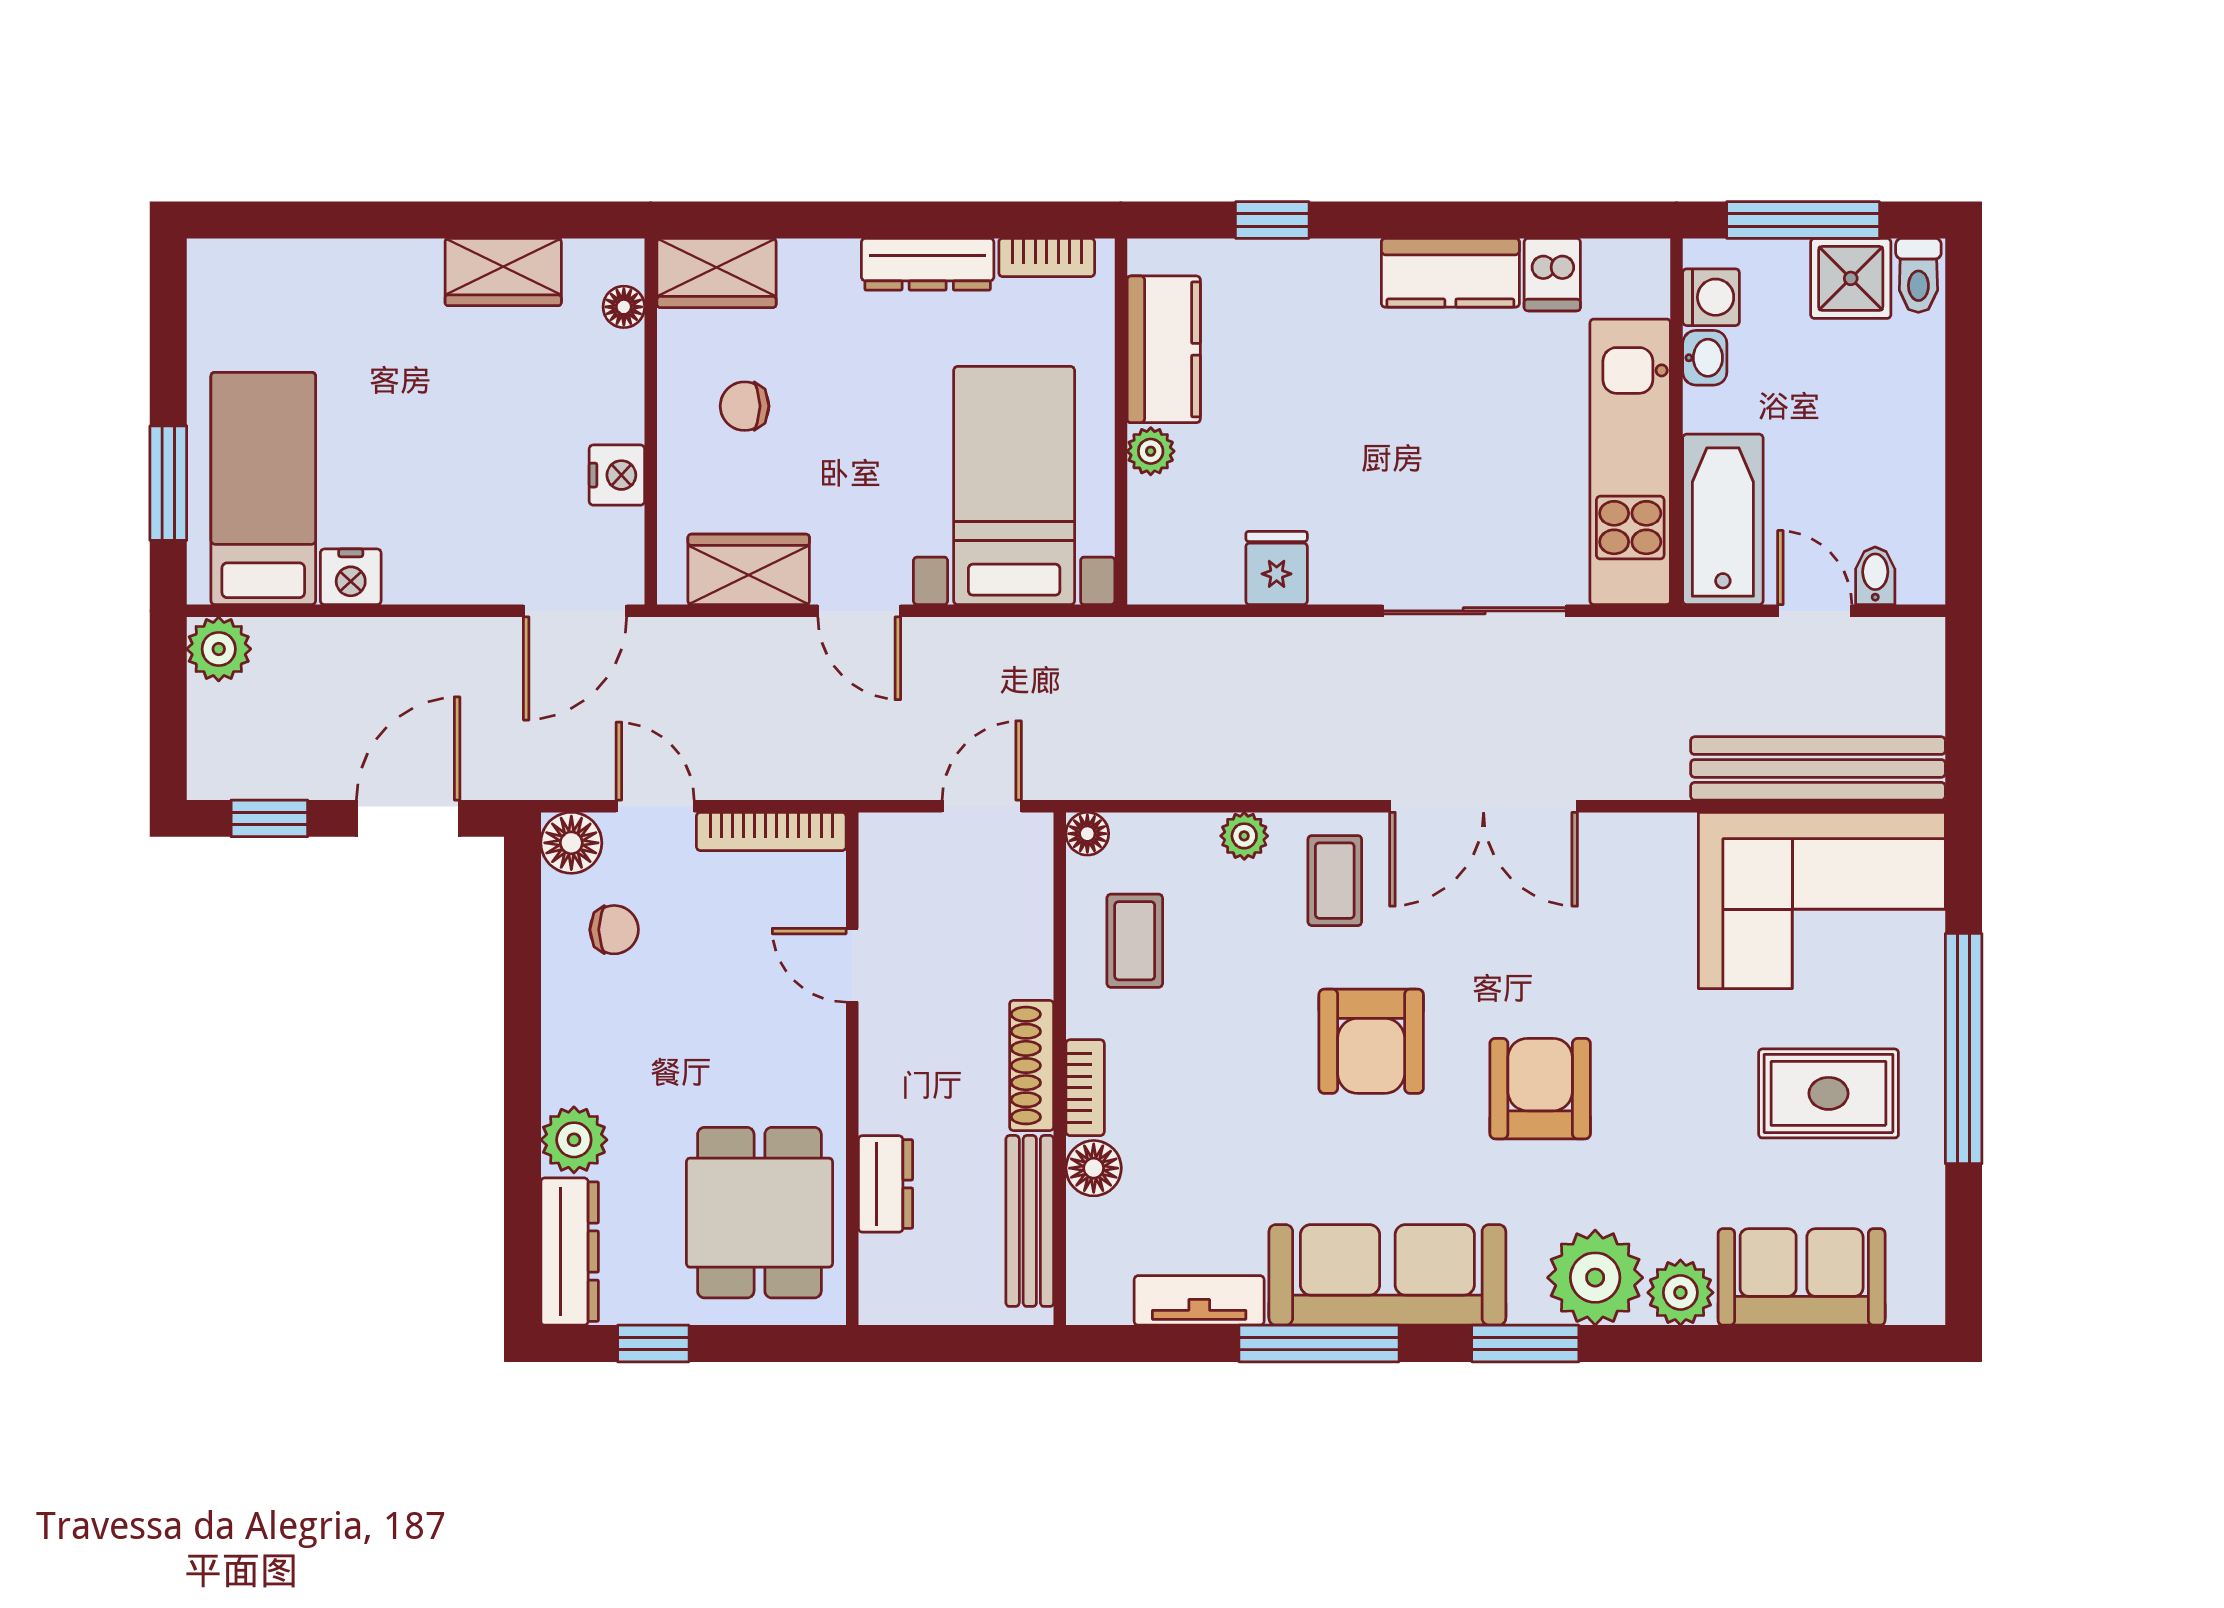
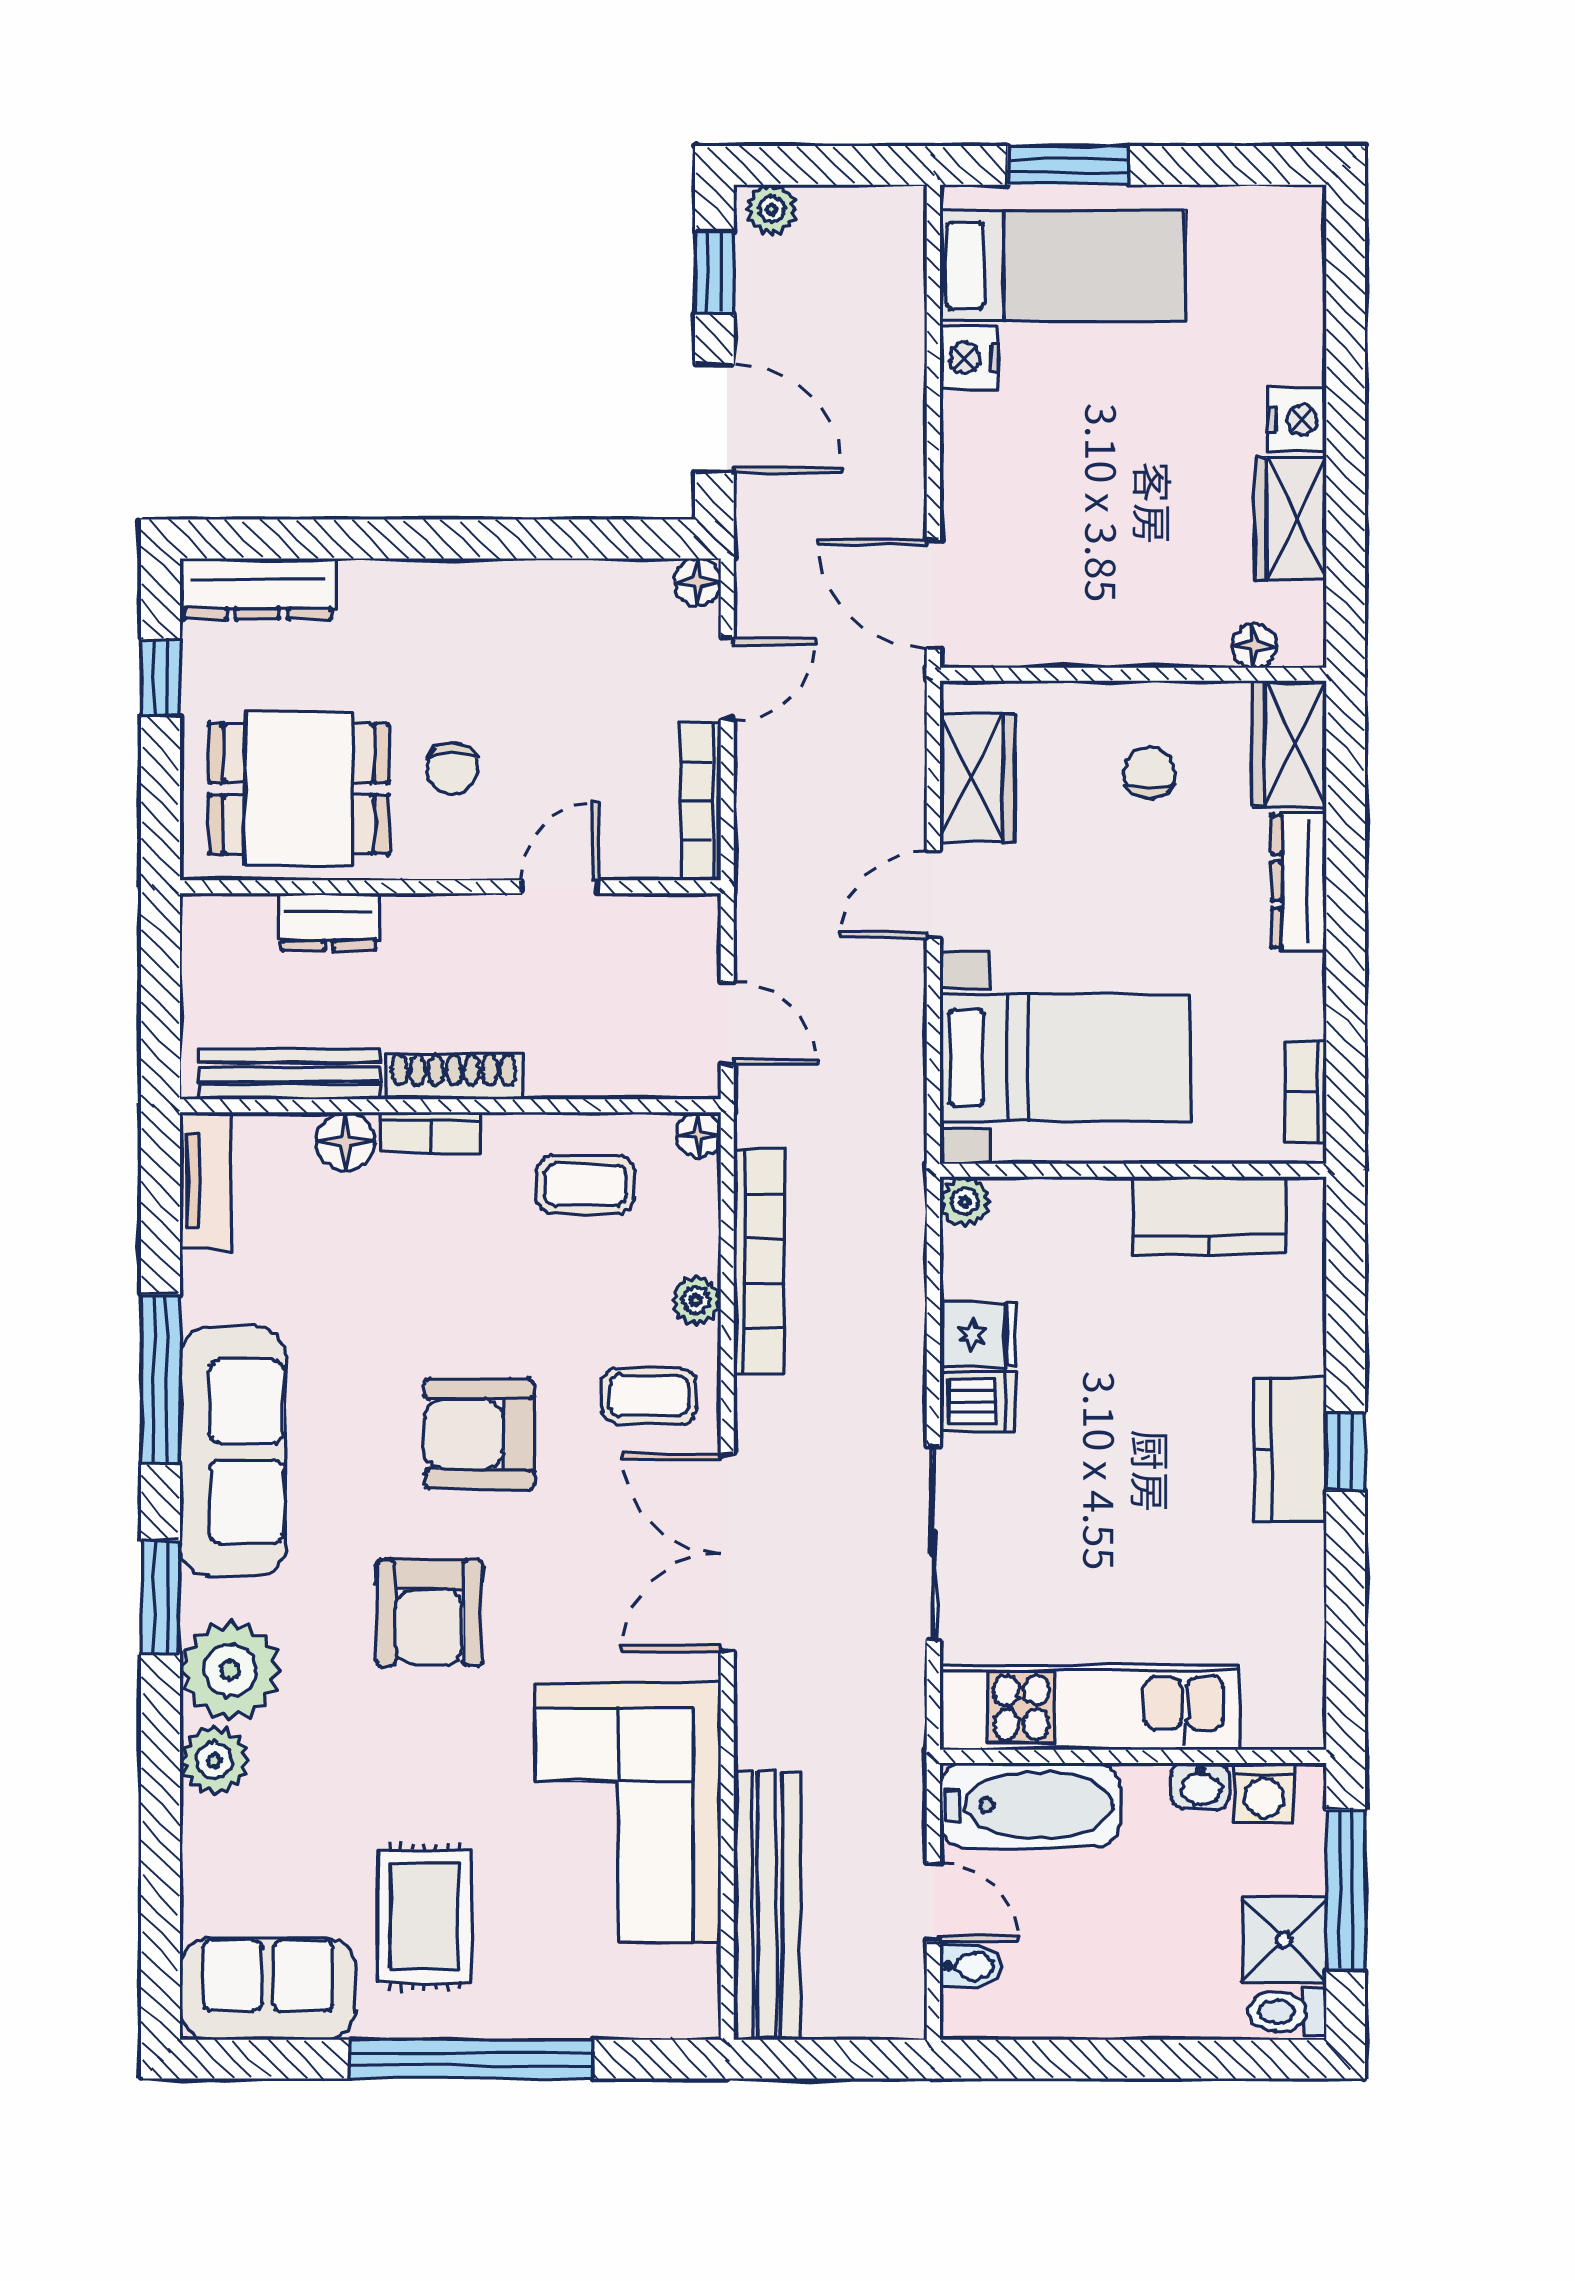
window: (1272, 220) -> (1346, 1451), moved
dresser: (928, 264) -> (1299, 882), moved
kitchen counter: (1450, 273) -> (1290, 1449), moved
dishwasher: (1552, 275) -> (978, 1402), moved, turned 180
plant: (1151, 451) -> (965, 1202), moved
nightstand: (617, 475) -> (1297, 420), moved, turned -90
door: (1815, 611) -> (933, 1902), hinge flipped
plant: (219, 649) -> (771, 209), moved, width x0.73, depth x0.73
bookcase: (1207, 776) -> (759, 1261), added
floor lamp: (571, 843) -> (697, 582), width x0.73, depth x0.73
corner sofa: (1822, 900) -> (628, 1812), moved
chair: (614, 930) -> (452, 769), moved
armchair: (1540, 1089) -> (429, 1612), turned 90
plant: (574, 1140) -> (375, 593), removed
sofa: (1802, 1277) -> (268, 1989), moved, turned -90
tv unit: (1199, 1300) -> (206, 1181), moved

